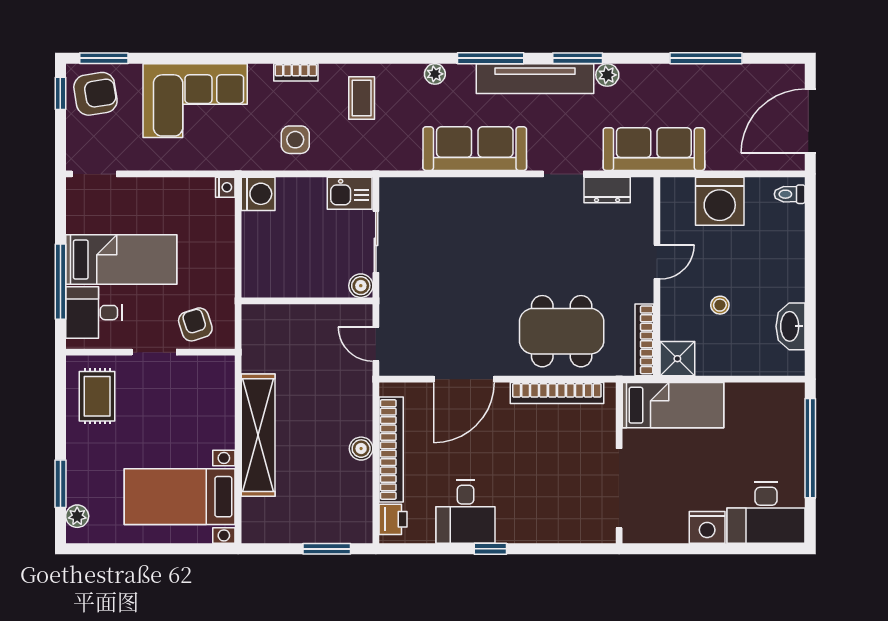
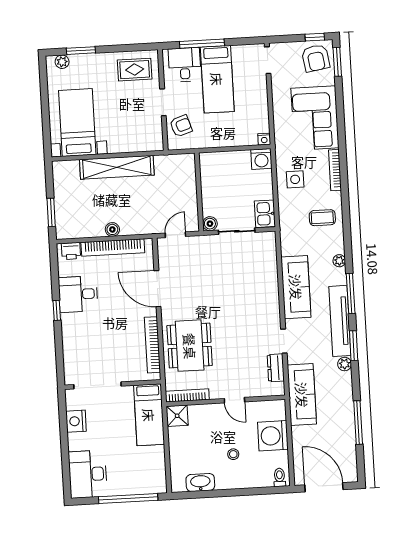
bookcase: (296, 72) -> (335, 170), width x1.56
stool: (720, 305) -> (233, 454), moved
nightstand: (707, 527) -> (76, 421), moved

